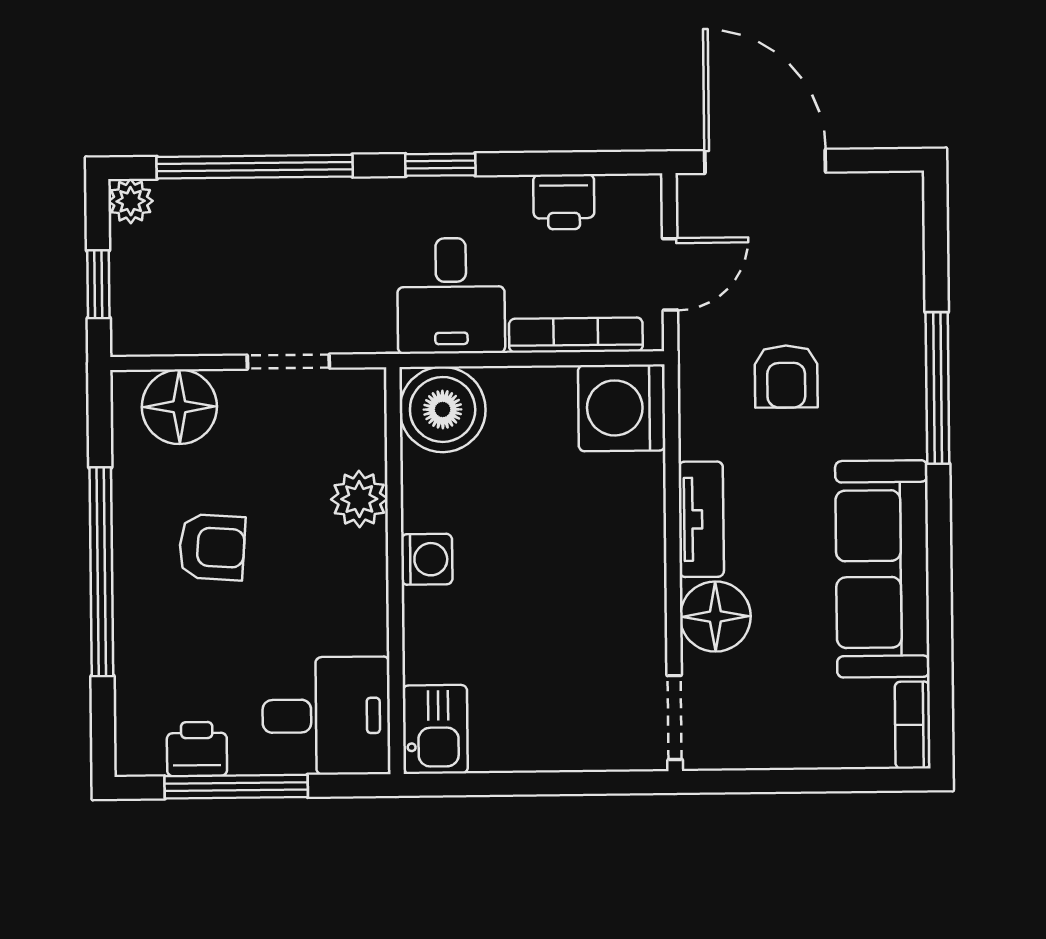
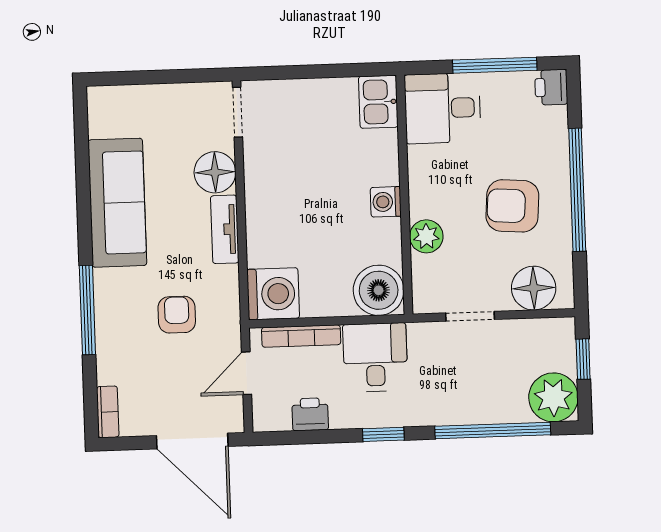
plant: (131, 201) -> (553, 397), width x1.88, depth x1.88
armchair: (212, 547) -> (512, 206), width x1.38, depth x1.38
bookcase: (913, 725) -> (108, 412), moved
printer: (197, 749) -> (551, 87), moved, turned 90

